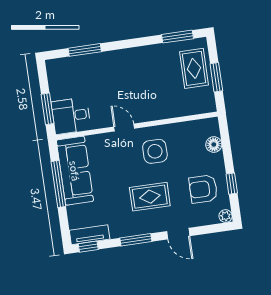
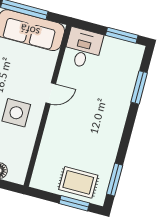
window: (216, 77) -> (74, 203), moved
window: (48, 109) -> (122, 35), moved

